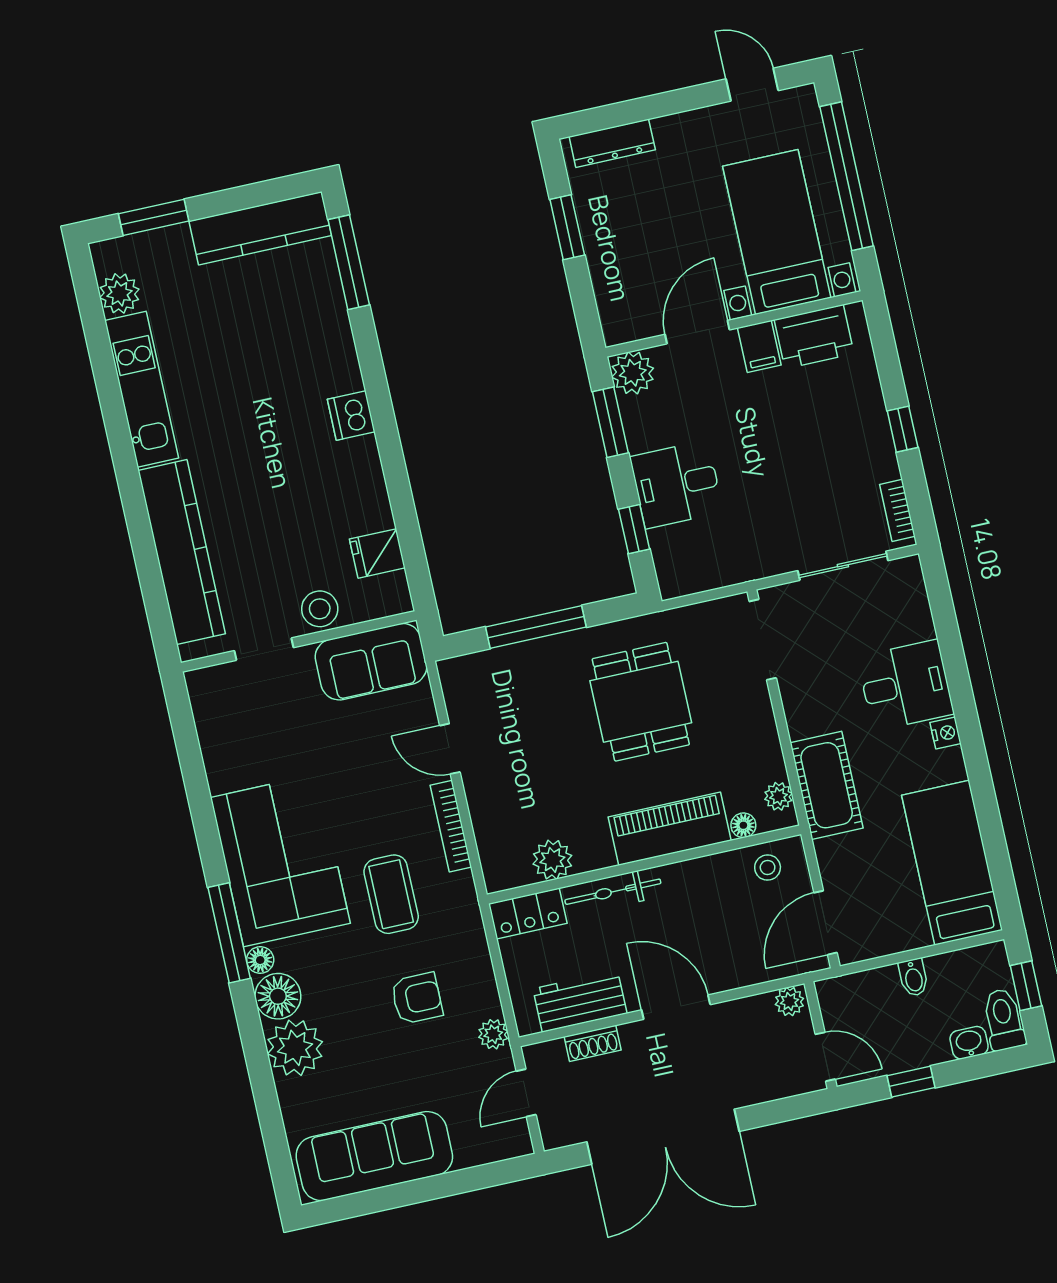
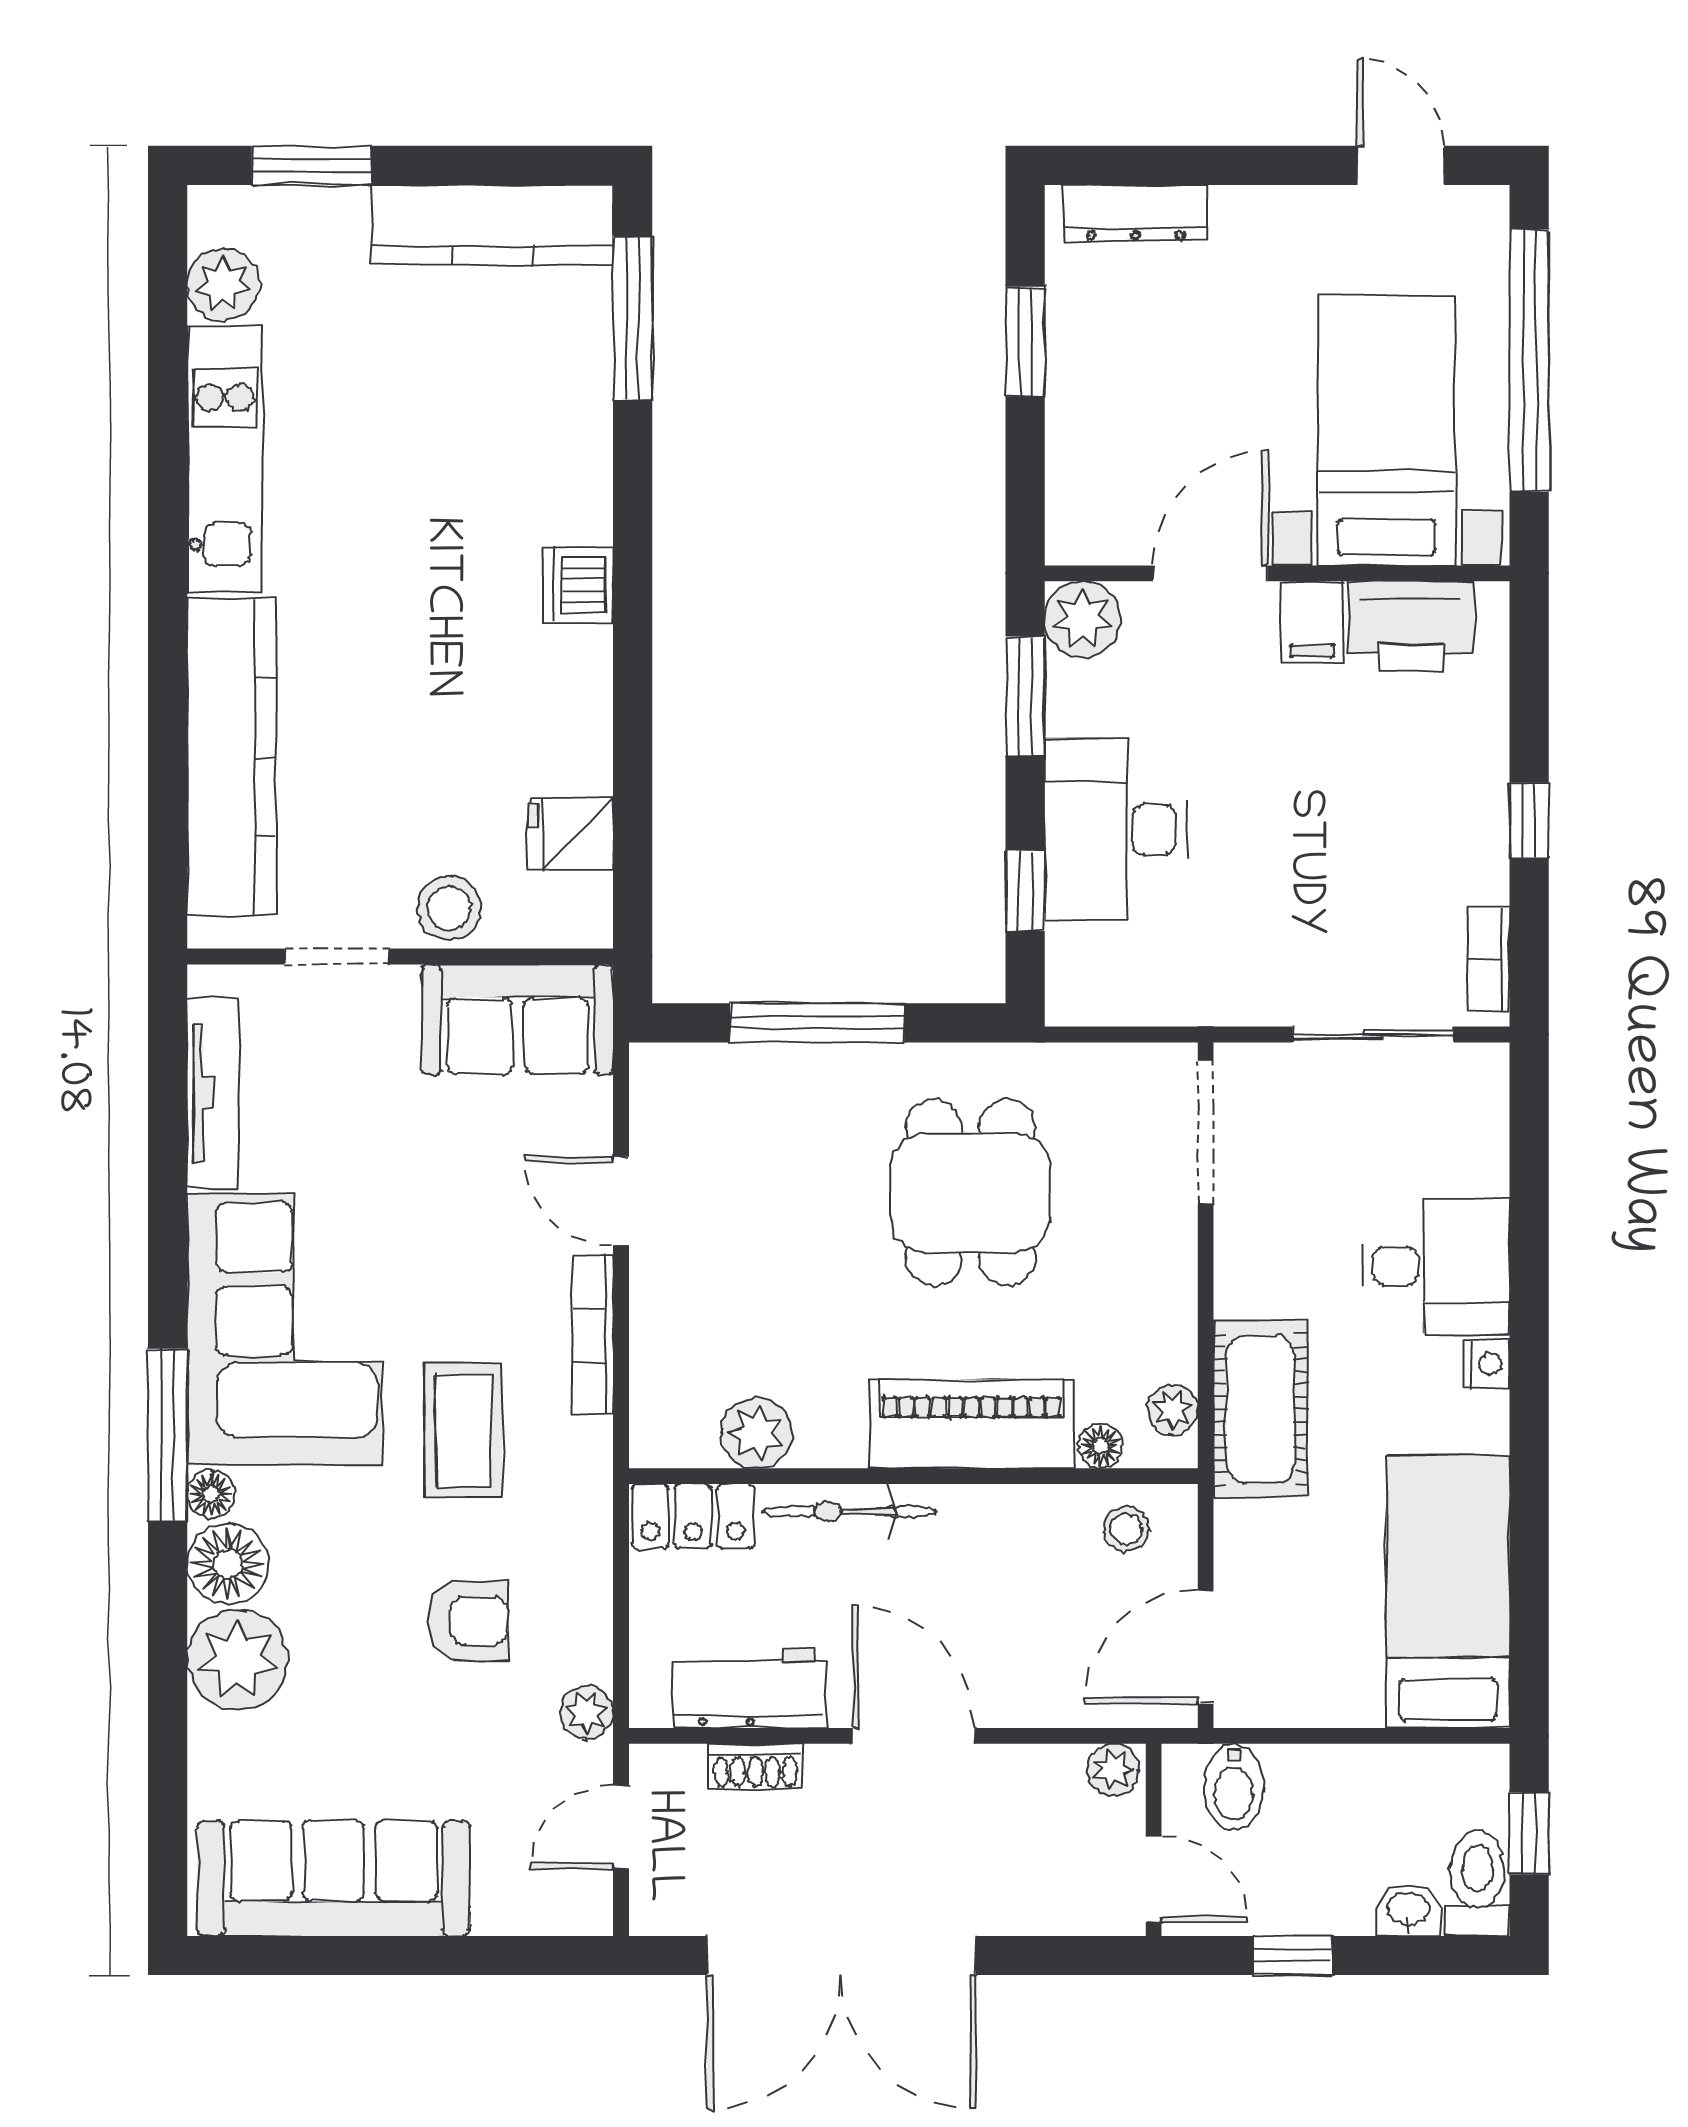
desk: (677, 484) -> (1116, 829), width x1.37
tv unit: (212, 739) -> (213, 1093), added
bidet: (913, 977) -> (1234, 1787), moved, width x1.38, depth x1.36

